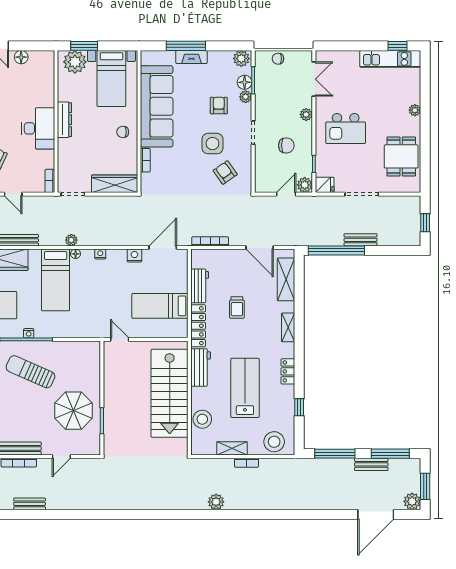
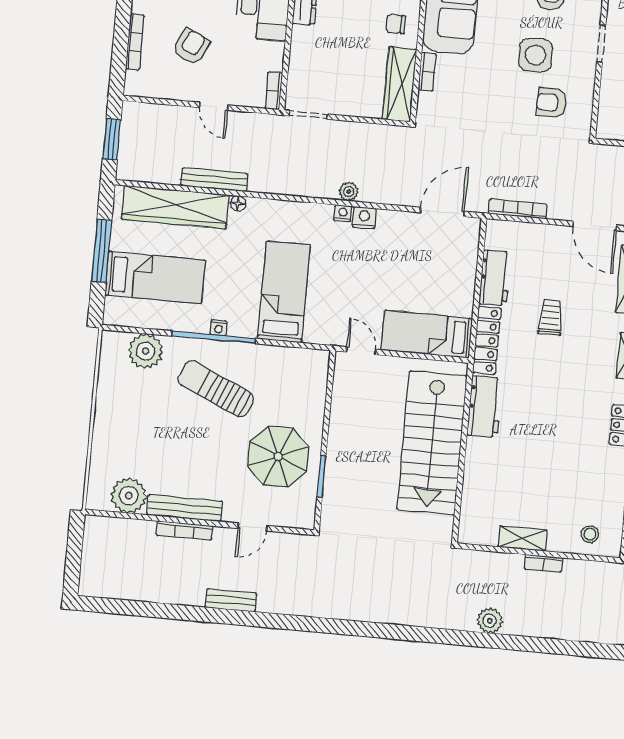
armchair: (225, 172) -> (551, 103), turned -55
wardrobe: (115, 184) -> (400, 84), moved, turned -90
plant: (71, 240) -> (349, 192), moved
floor lamp: (76, 254) -> (238, 203), moved
nightstand: (134, 256) -> (364, 218), moved
bed: (56, 280) -> (284, 292), moved, turned 180
bed: (160, 306) -> (427, 334), moved
trolley: (237, 308) -> (551, 317), turned 180
lab bench: (245, 388) -> (552, 445), removed
stool: (202, 419) -> (480, 488), removed
stool: (274, 442) -> (590, 534), width x0.53, depth x0.53
bench: (30, 504) -> (231, 600), moved

